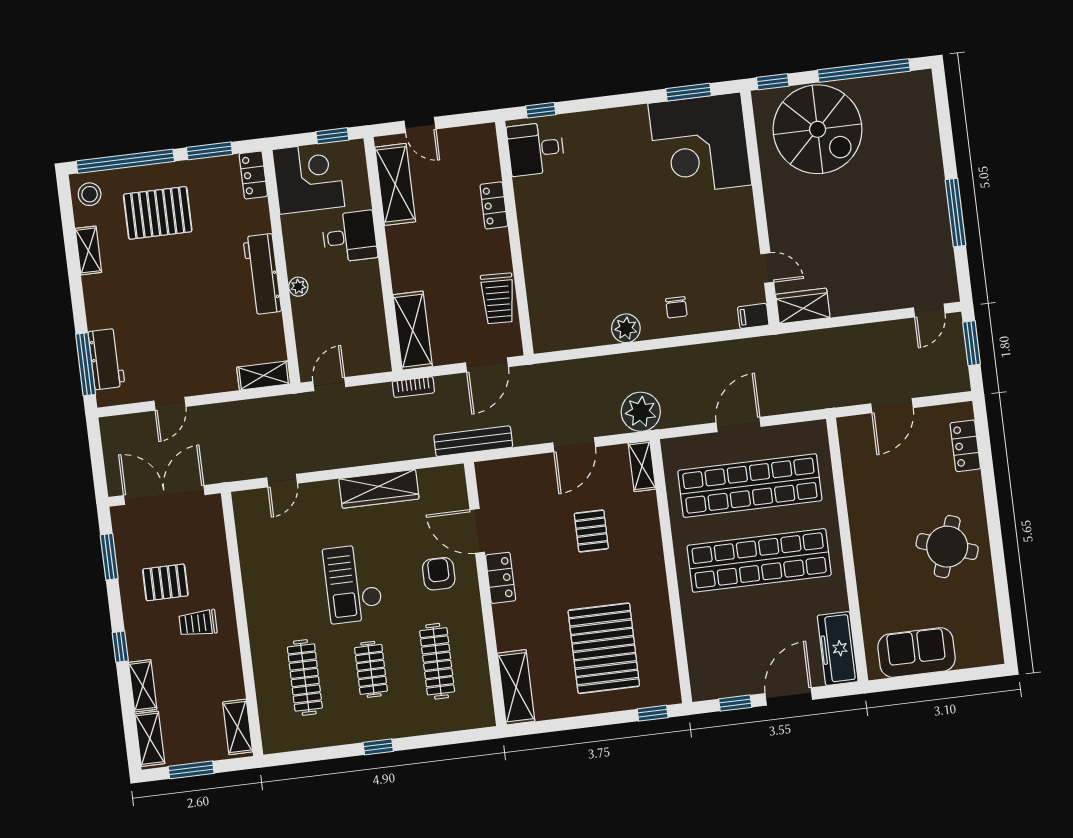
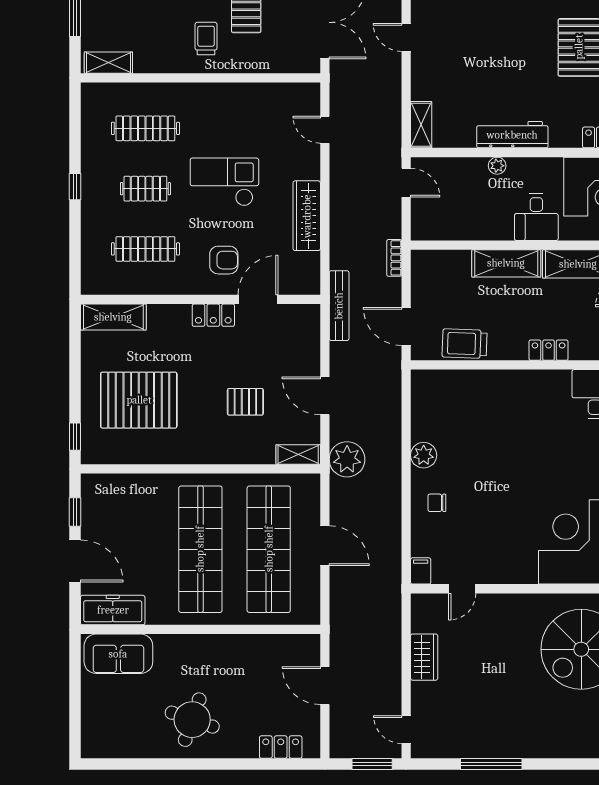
wardrobe: (803, 306) -> (424, 657), moved
shelving: (413, 331) -> (506, 263), moved
sofa: (917, 653) -> (118, 654), moved, turned 90

